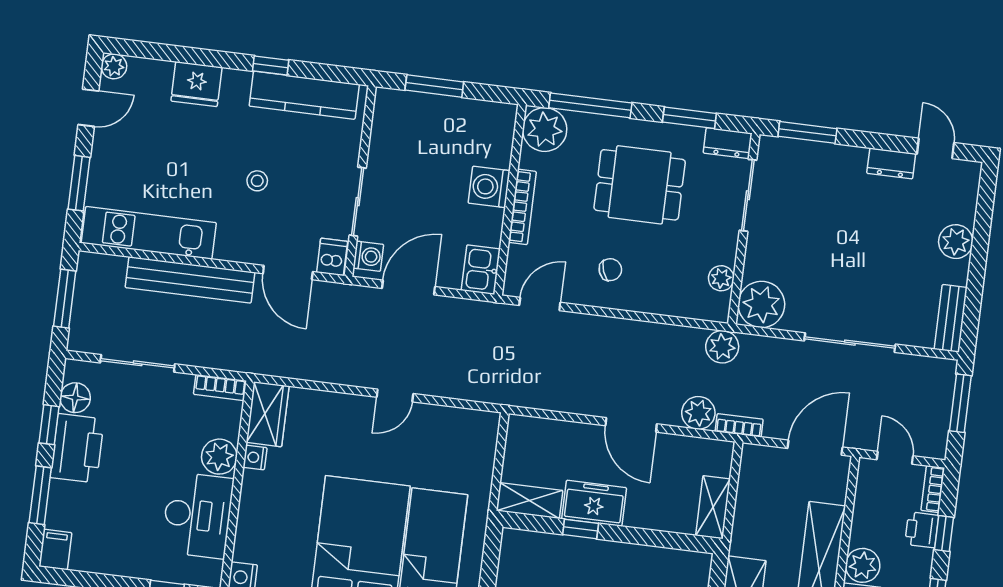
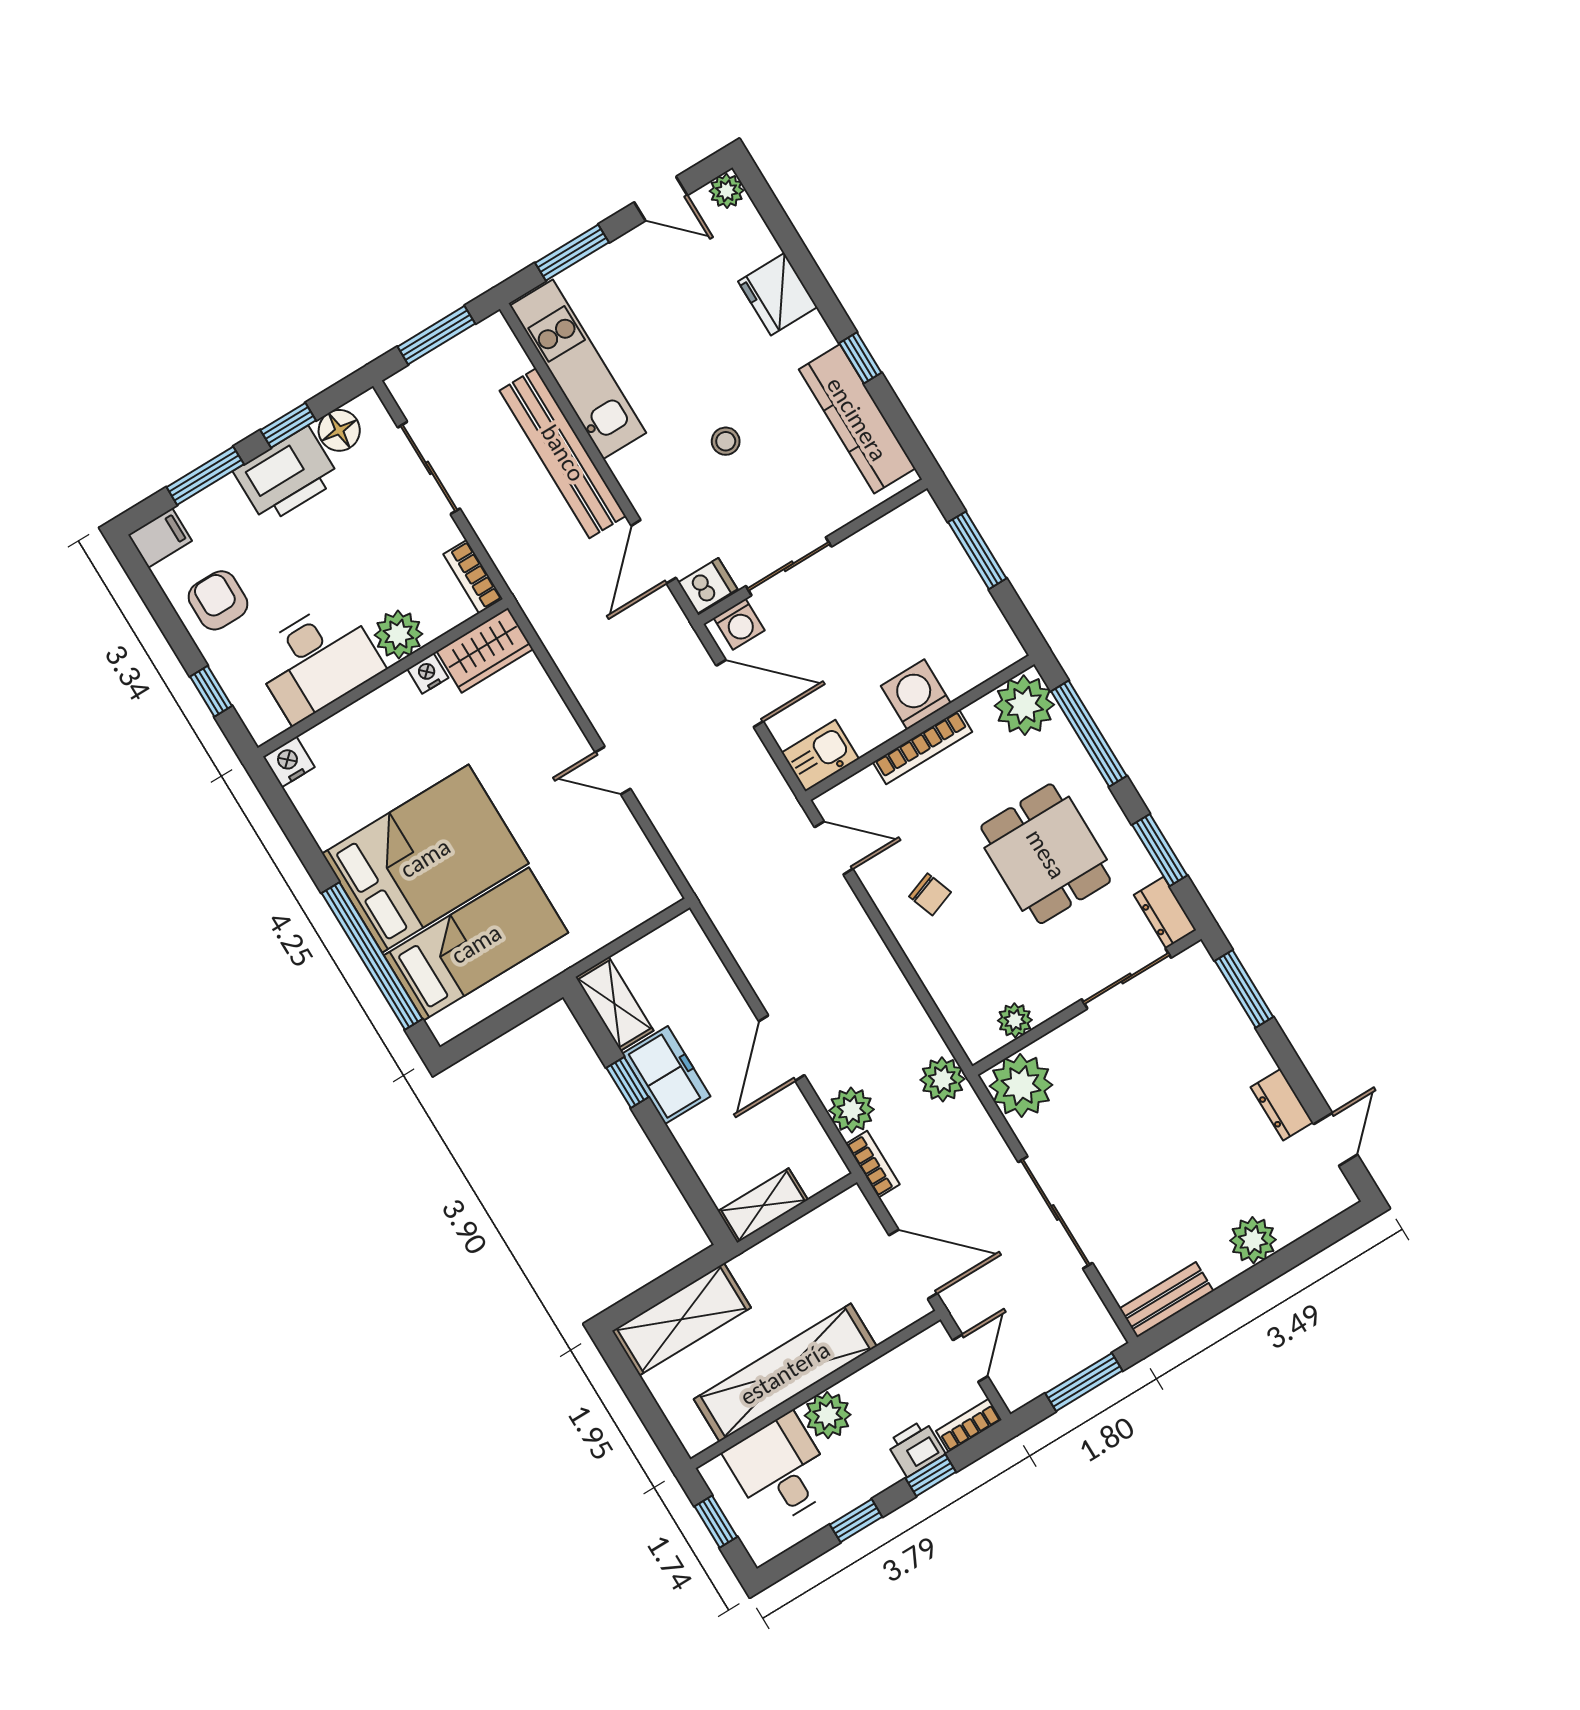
armchair: (118, 545) -> (218, 600), added

